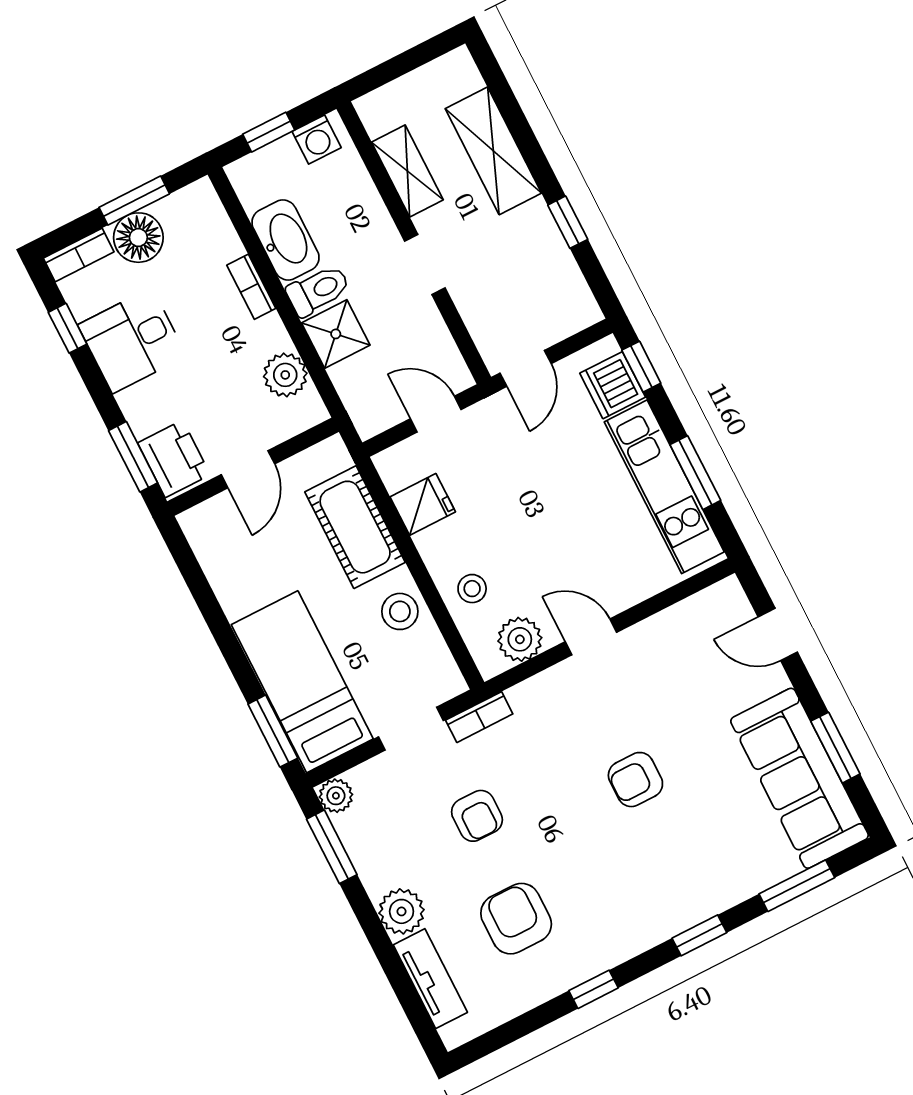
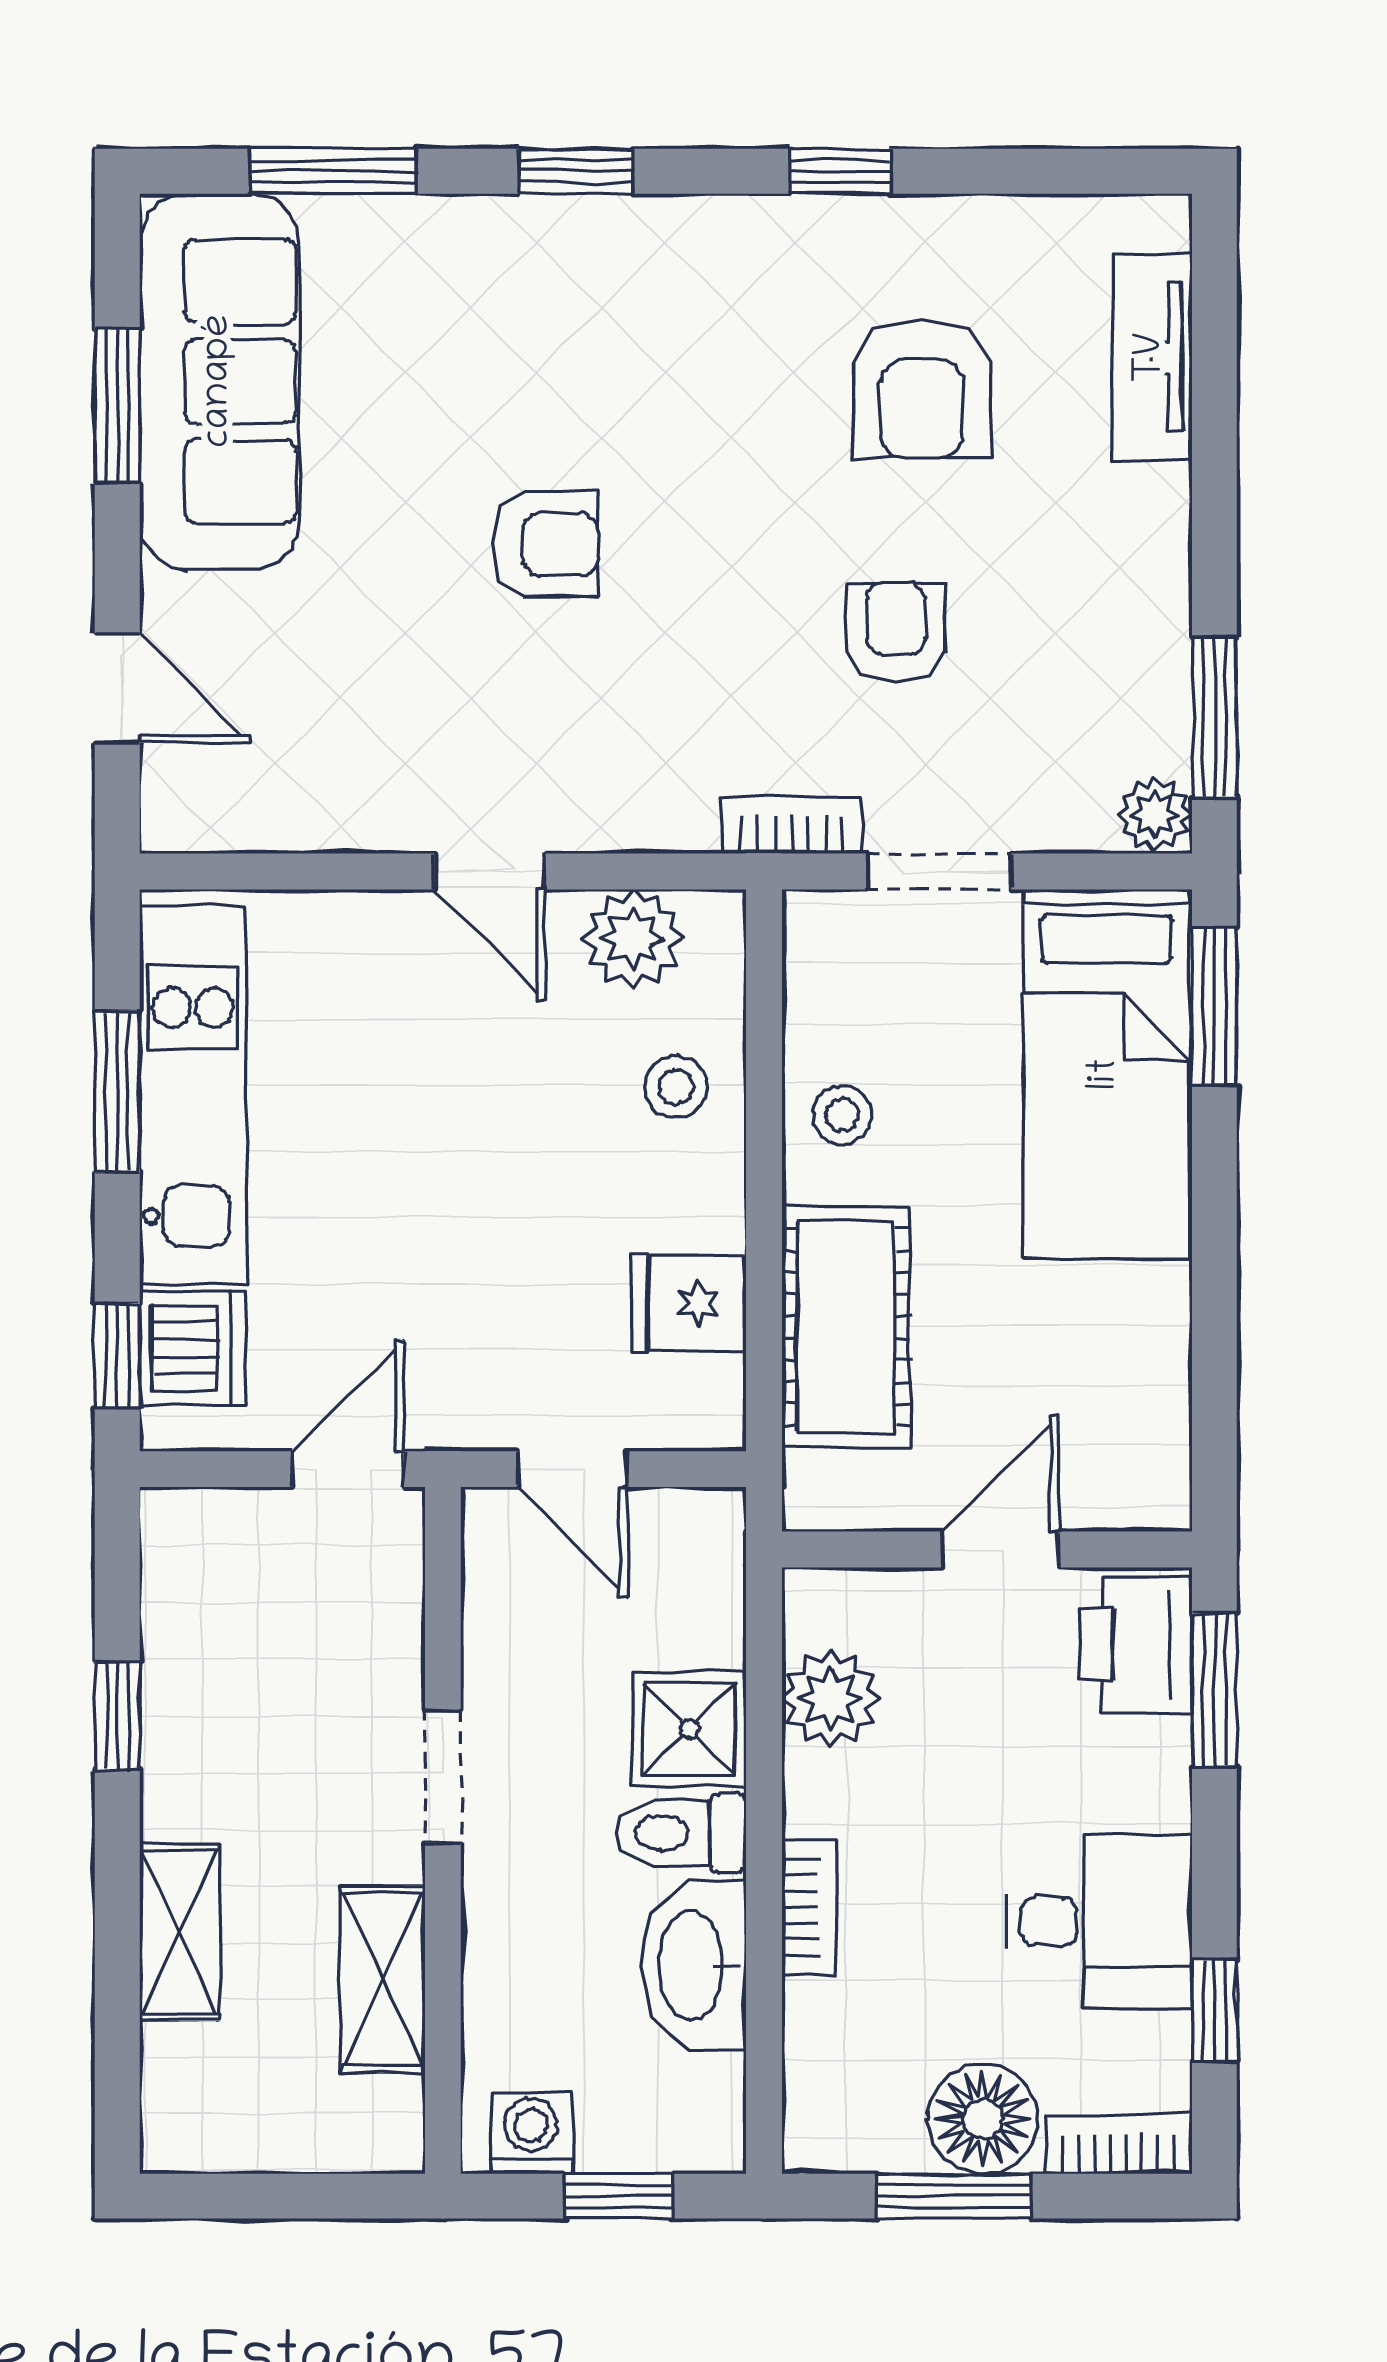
shelving: (493, 151) -> (179, 1932), width x0.67, depth x0.75
stool: (400, 611) -> (842, 1115), width x0.73, depth x0.73
plant: (402, 911) -> (1142, 519), removed

